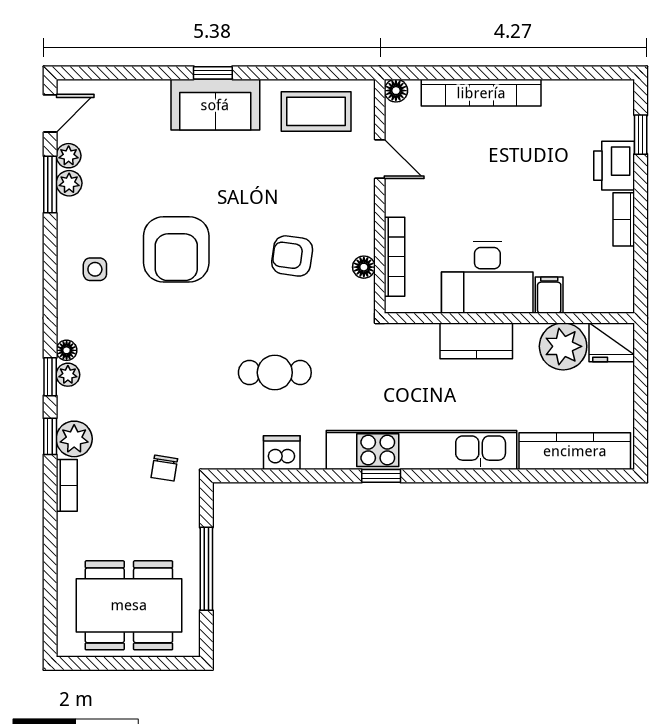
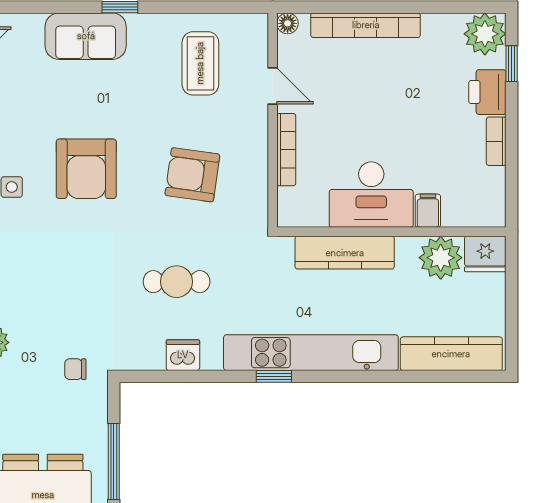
plant: (611, 102) -> (485, 34), added
sofa: (215, 105) -> (86, 36), moved
coffee table: (316, 111) -> (200, 63), moved, turned 90
armchair: (292, 256) -> (192, 175), width x1.38, depth x1.38
bookcase: (395, 257) -> (286, 150), moved
floor lamp: (364, 267) -> (258, 185), removed
kitchen counter: (476, 341) -> (345, 253), width x1.50
chair: (164, 468) -> (75, 369), turned 81

